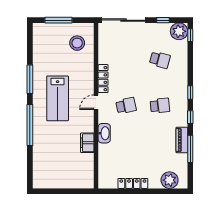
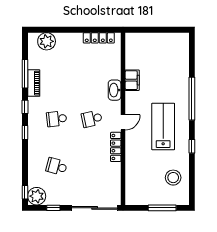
stool: (77, 43) -> (173, 178), moved
window: (30, 79) -> (192, 146), width x0.46
locker: (133, 183) -> (99, 38), moved

